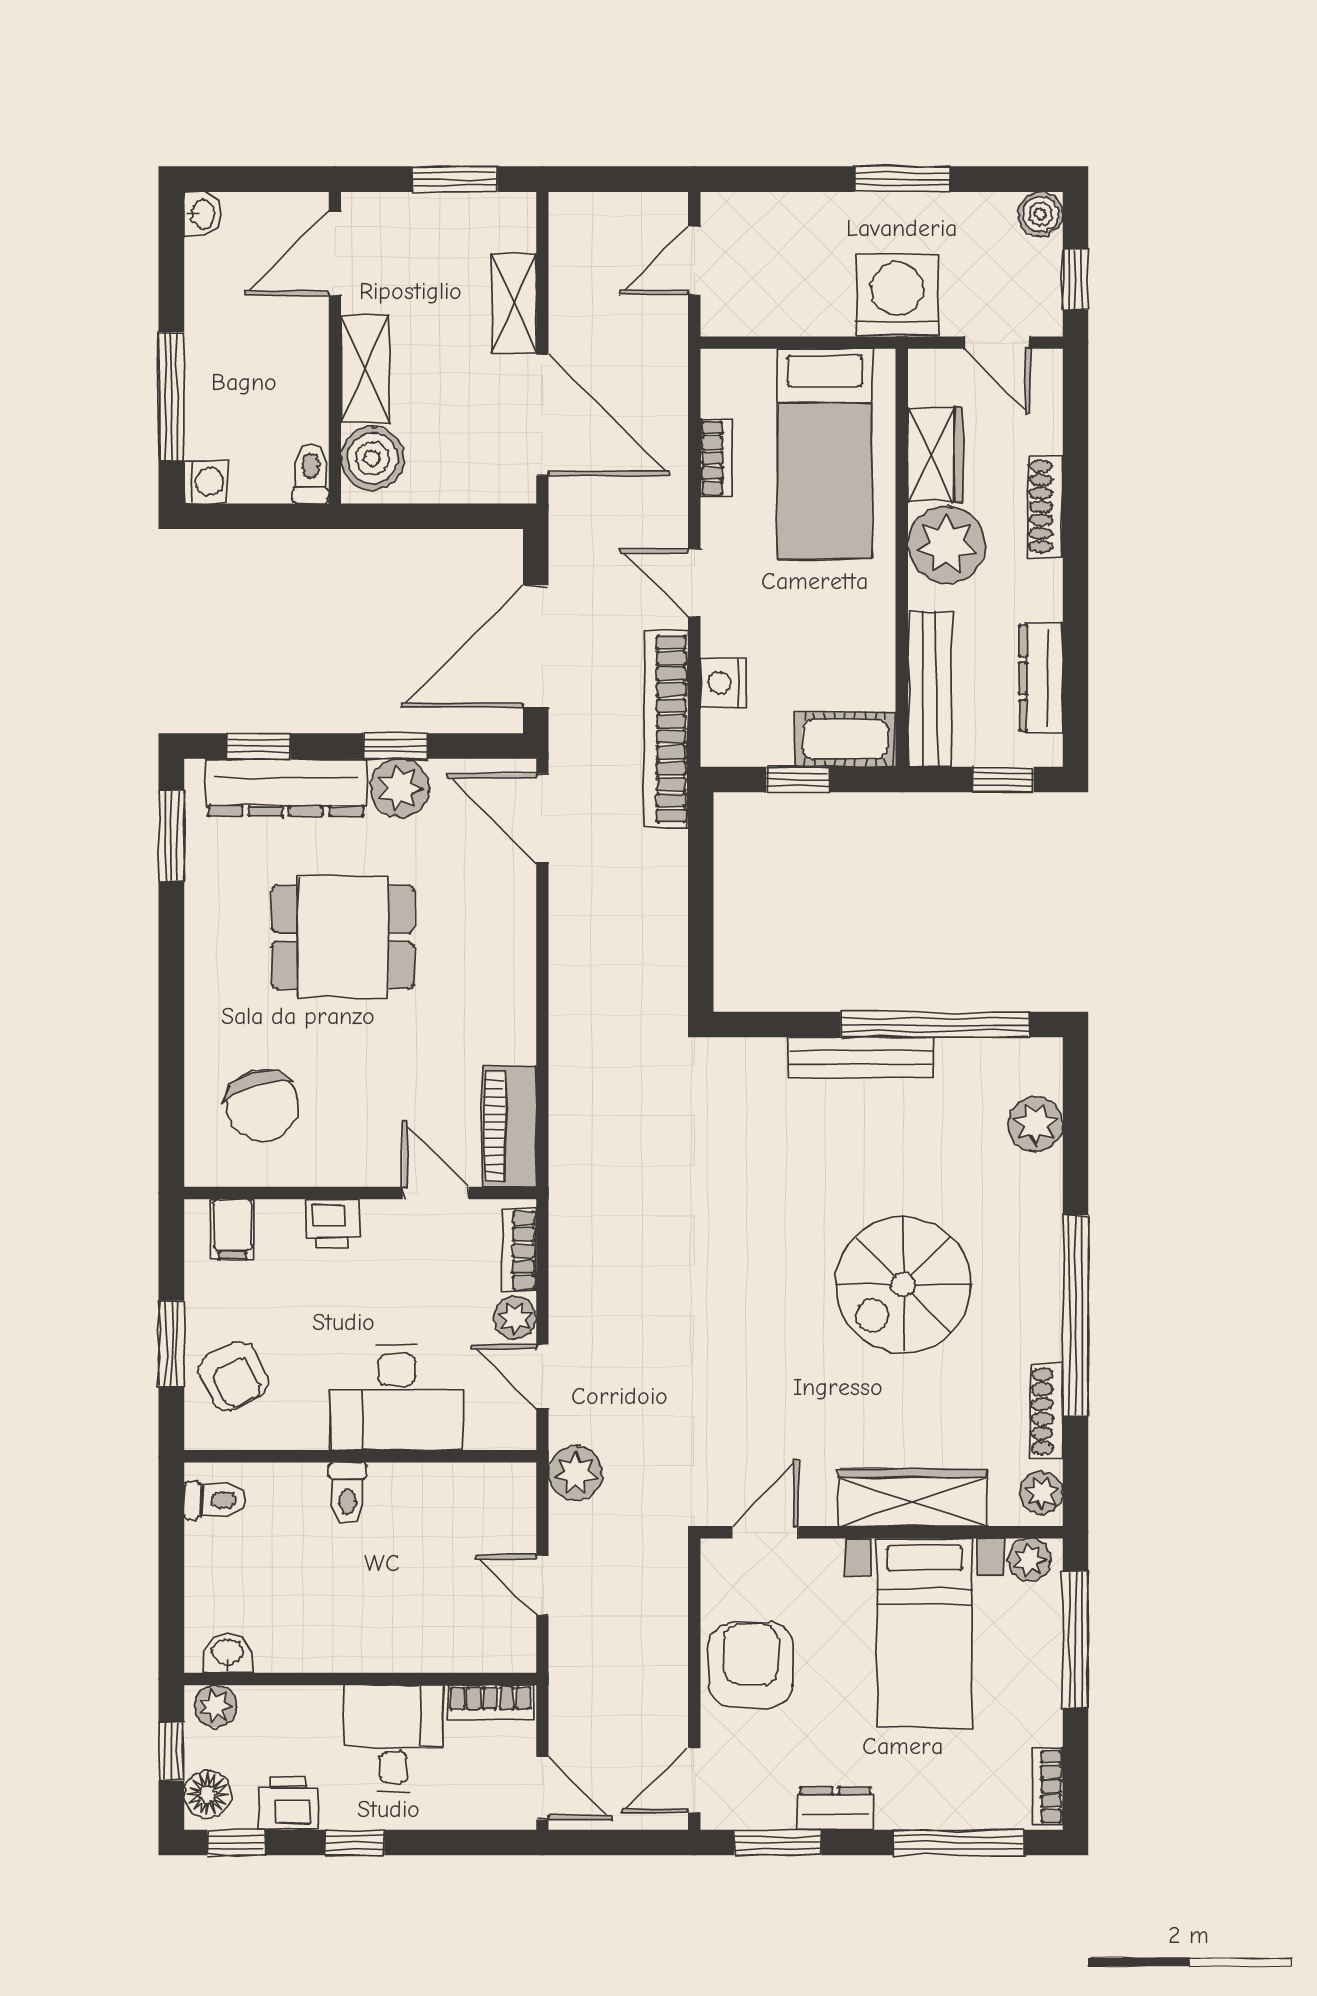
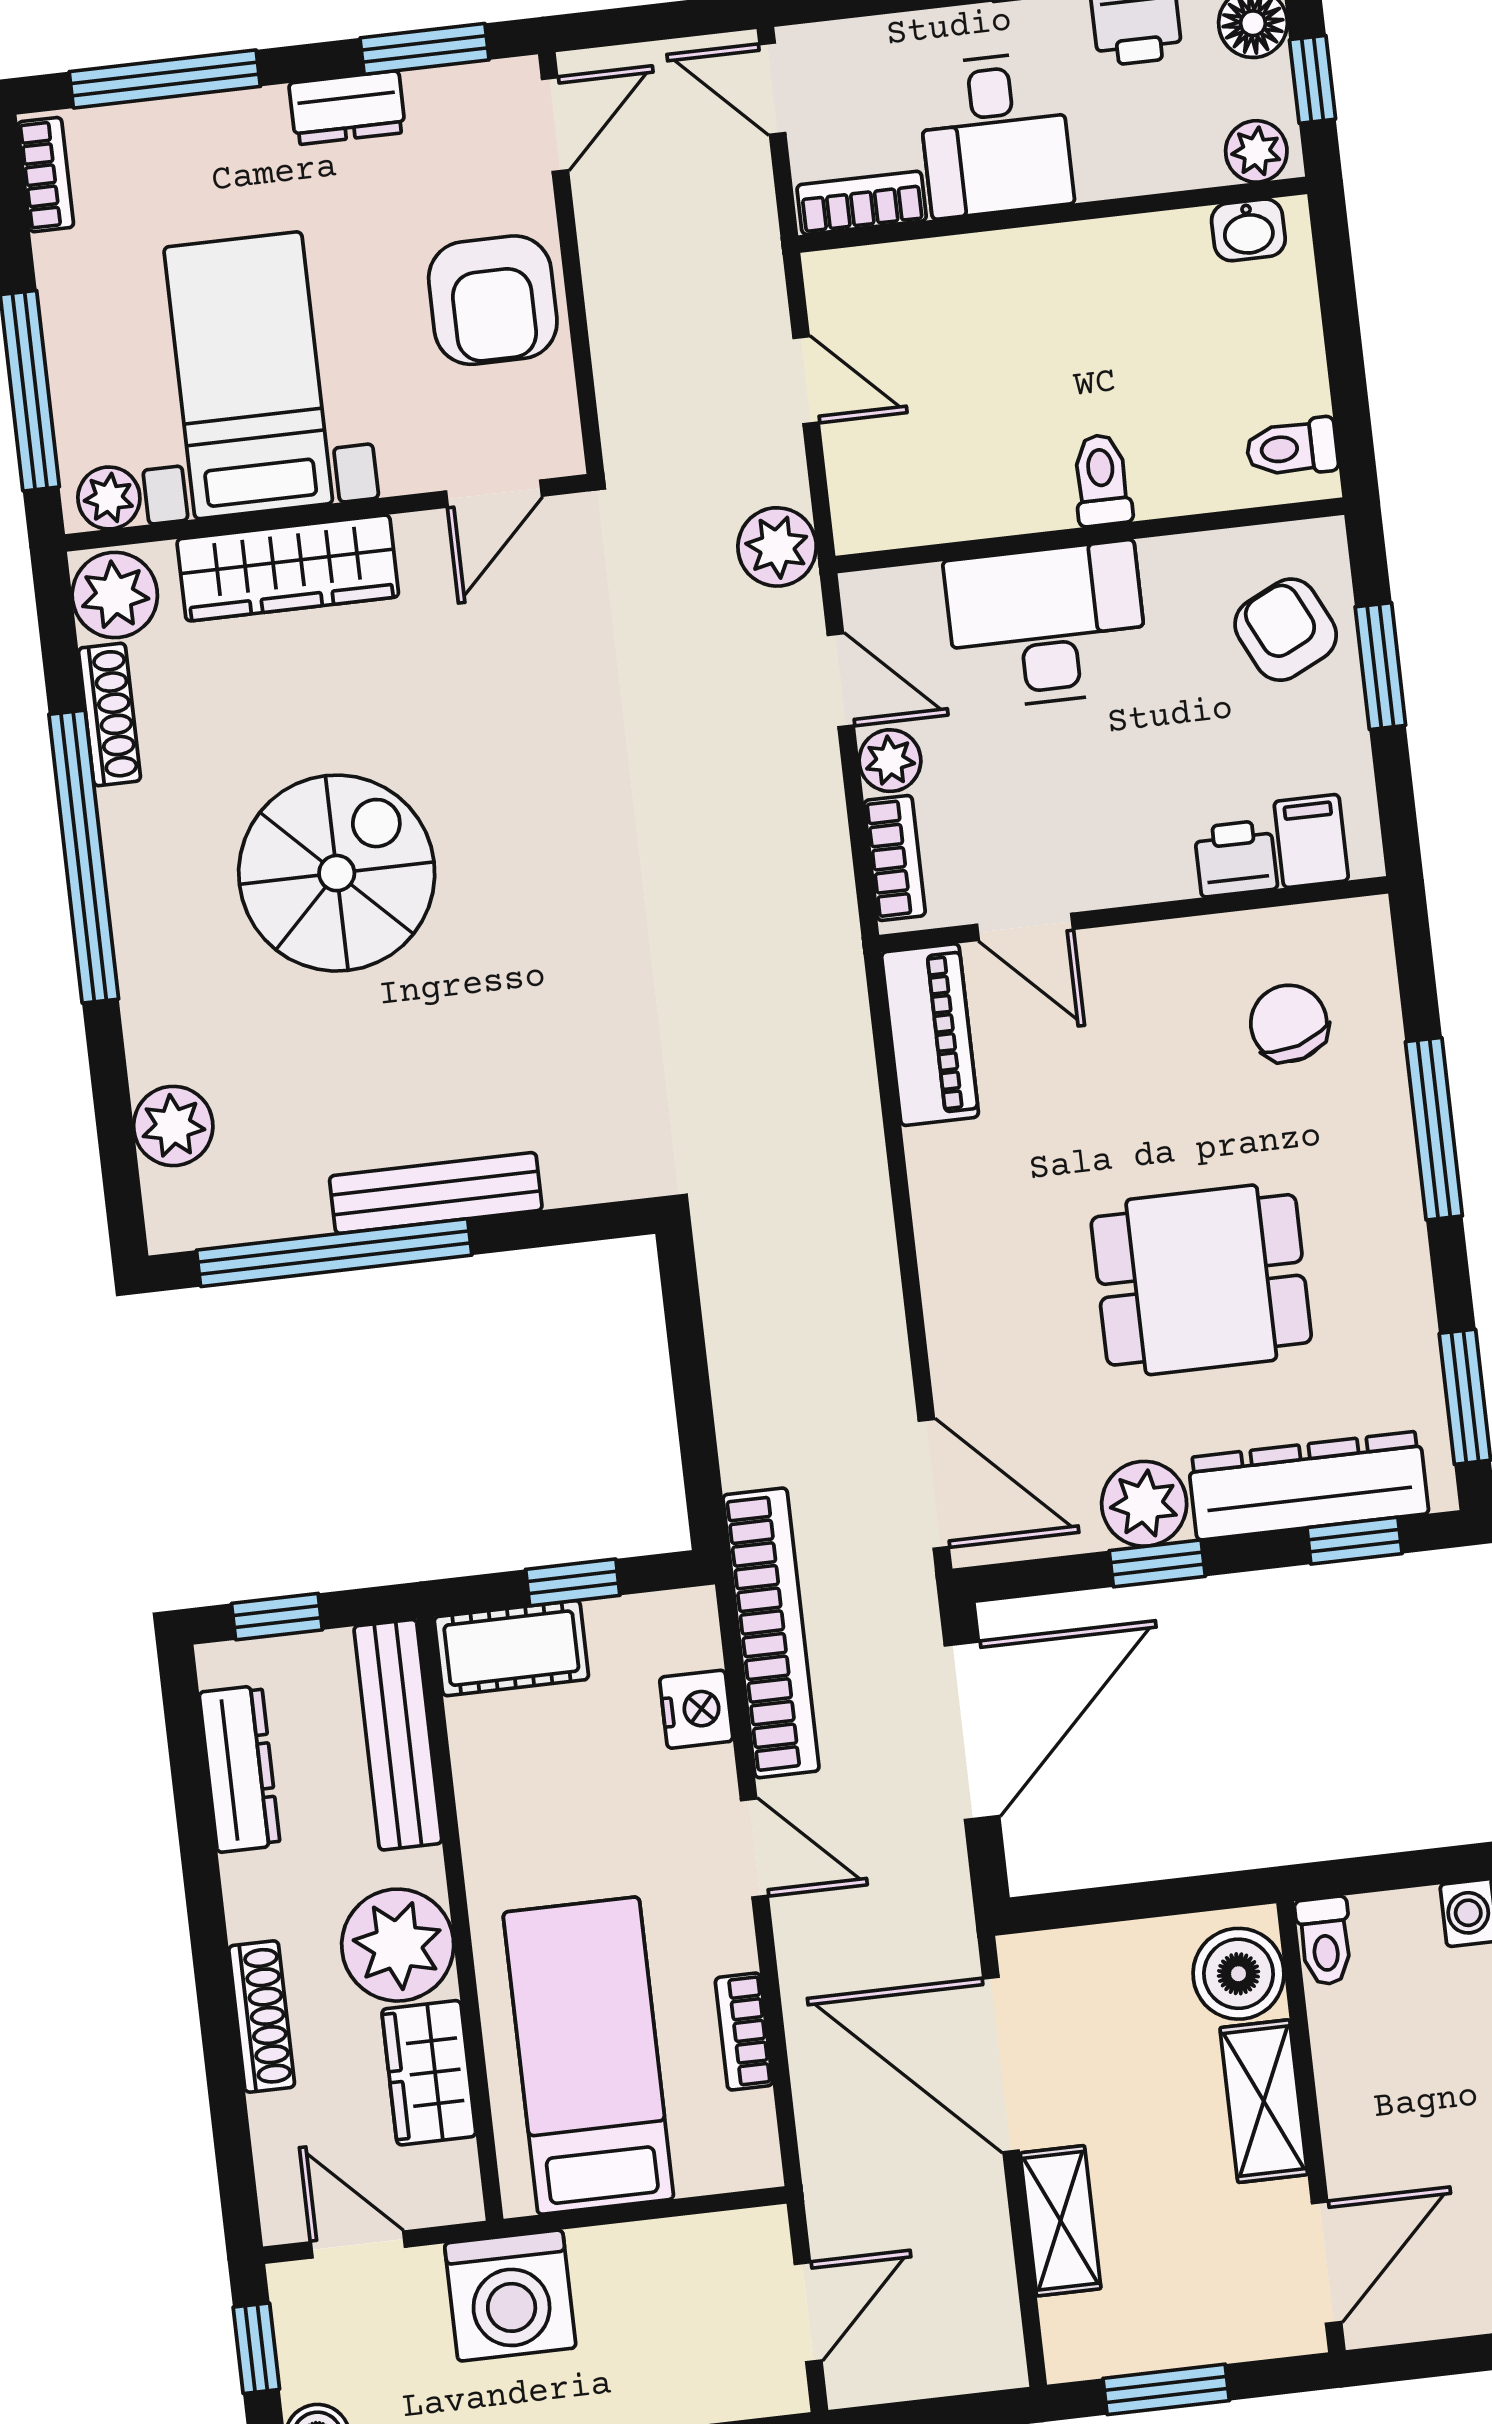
window: (171, 1022) -> (1434, 1129), added
chair: (262, 1106) -> (1289, 1023), width x0.73, depth x0.73
printer: (333, 1223) -> (1236, 858), moved
plant: (1041, 1493) -> (115, 595), width x1.38, depth x1.38

